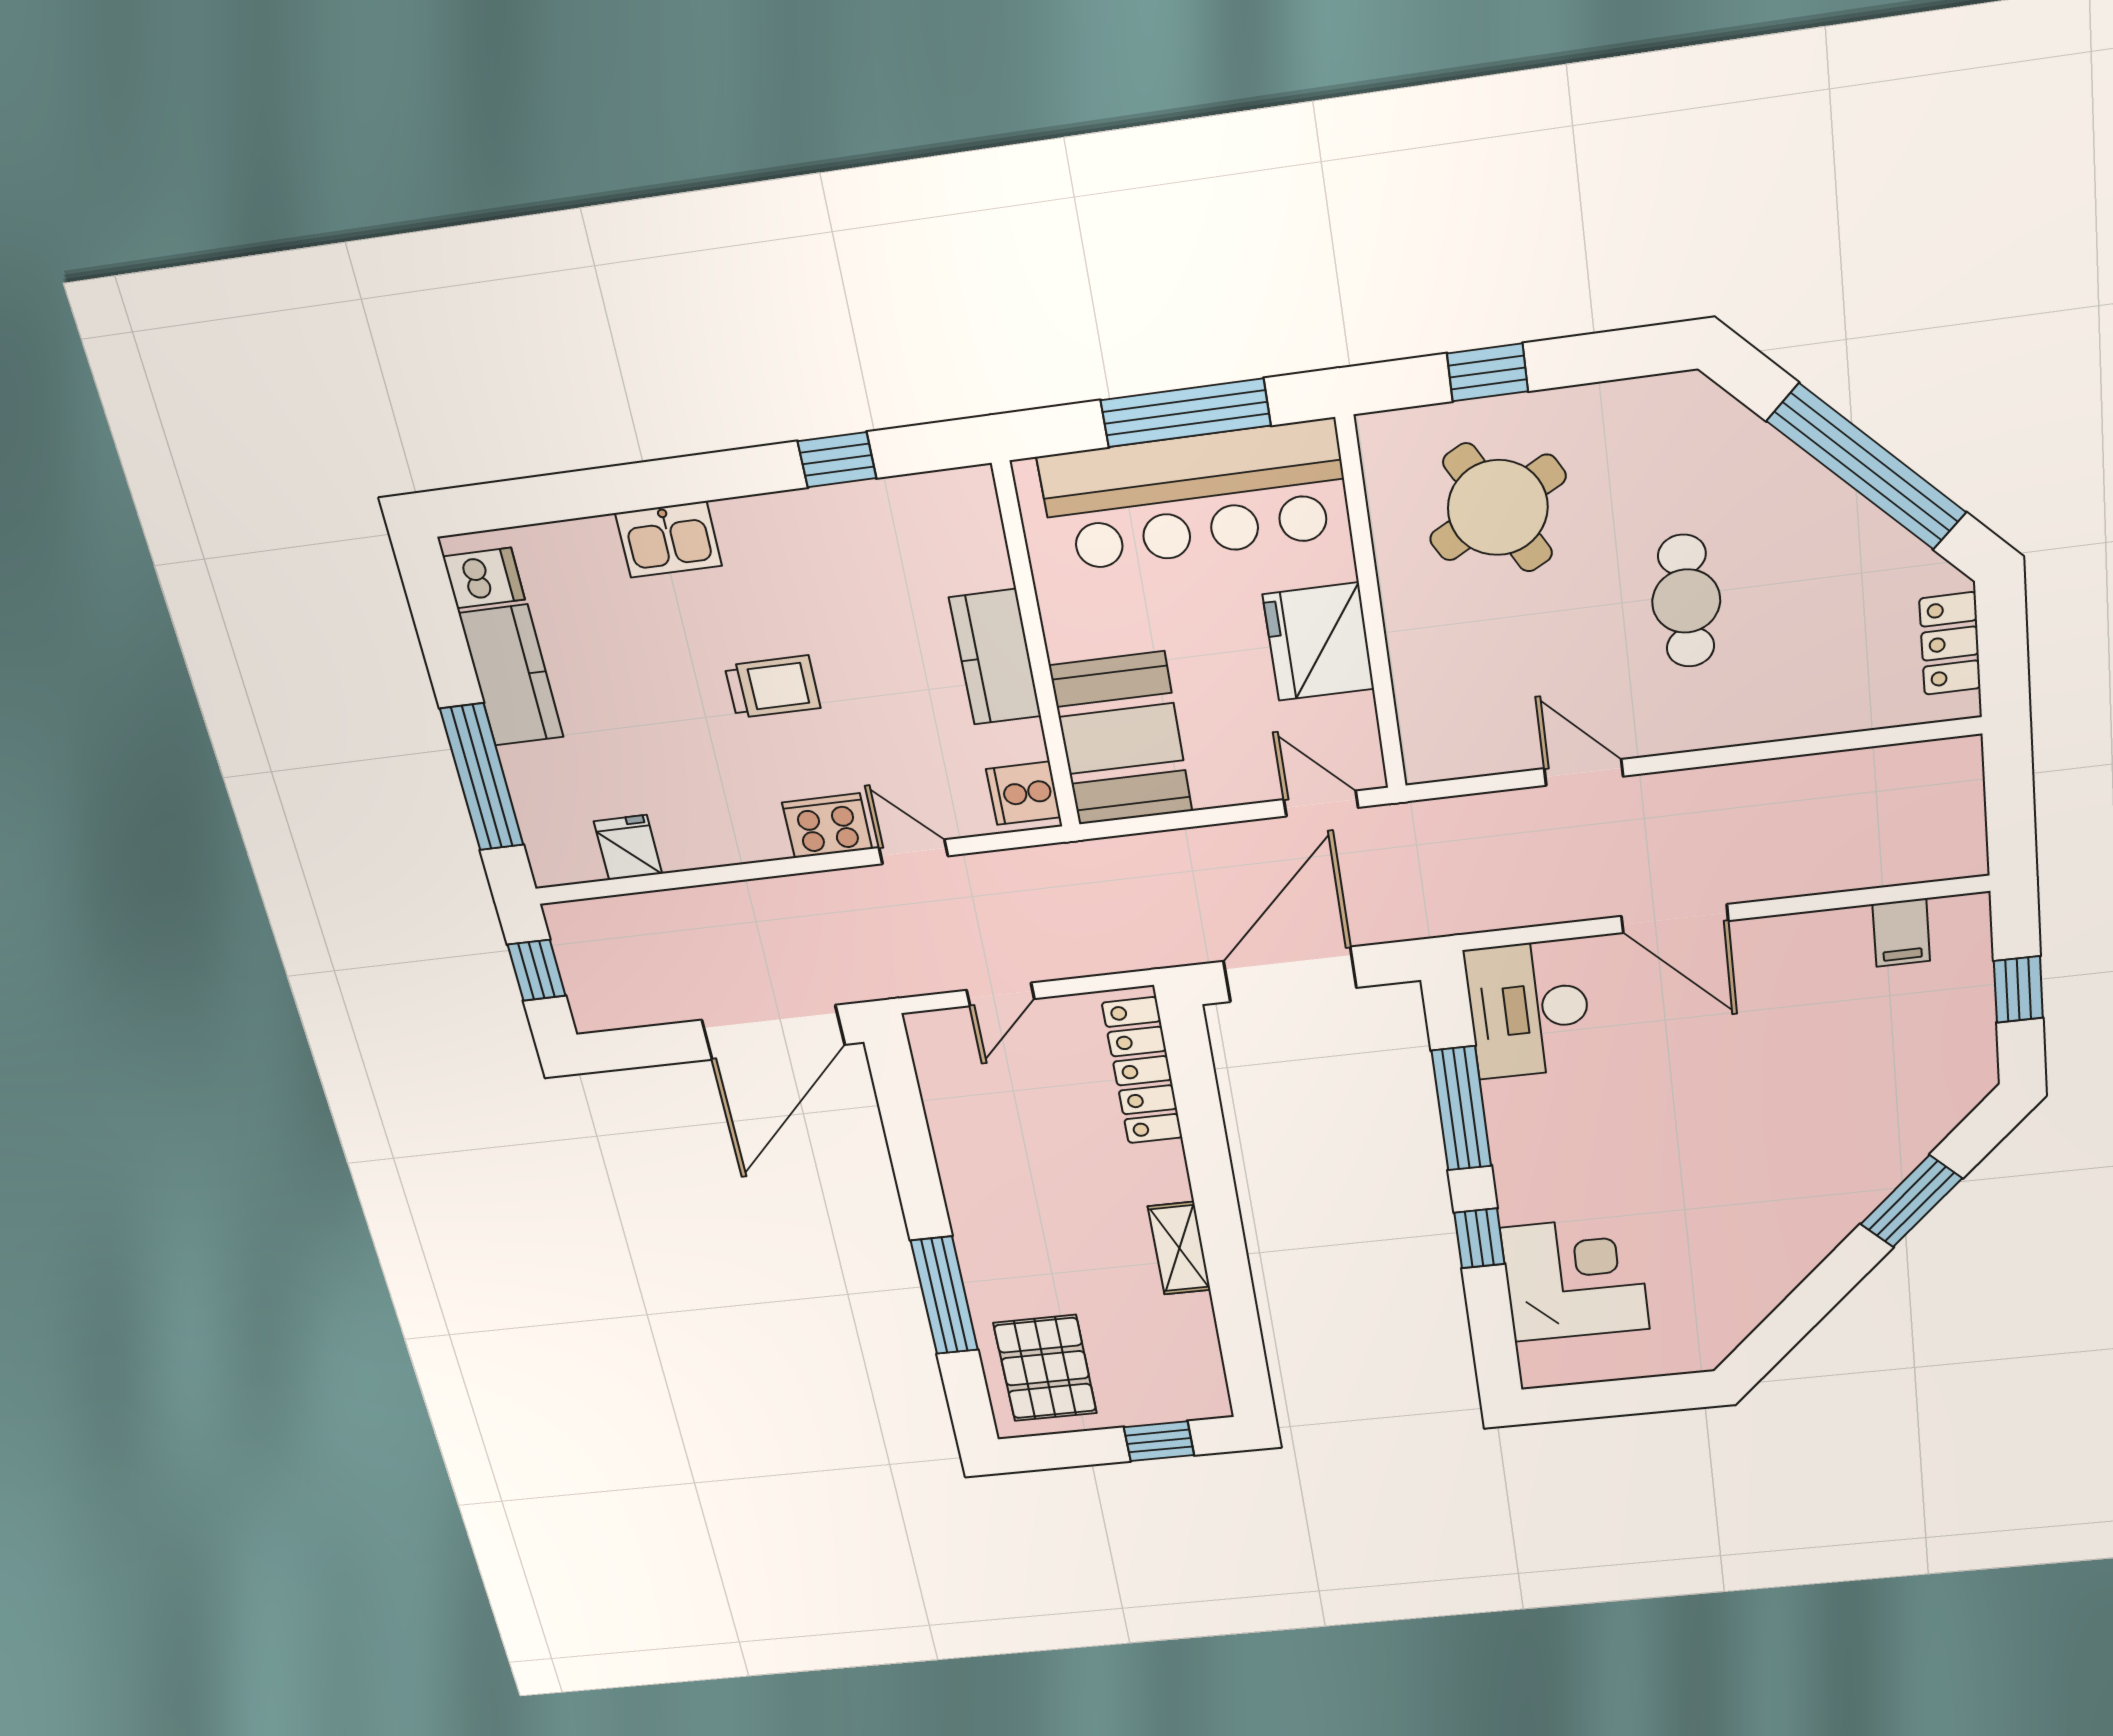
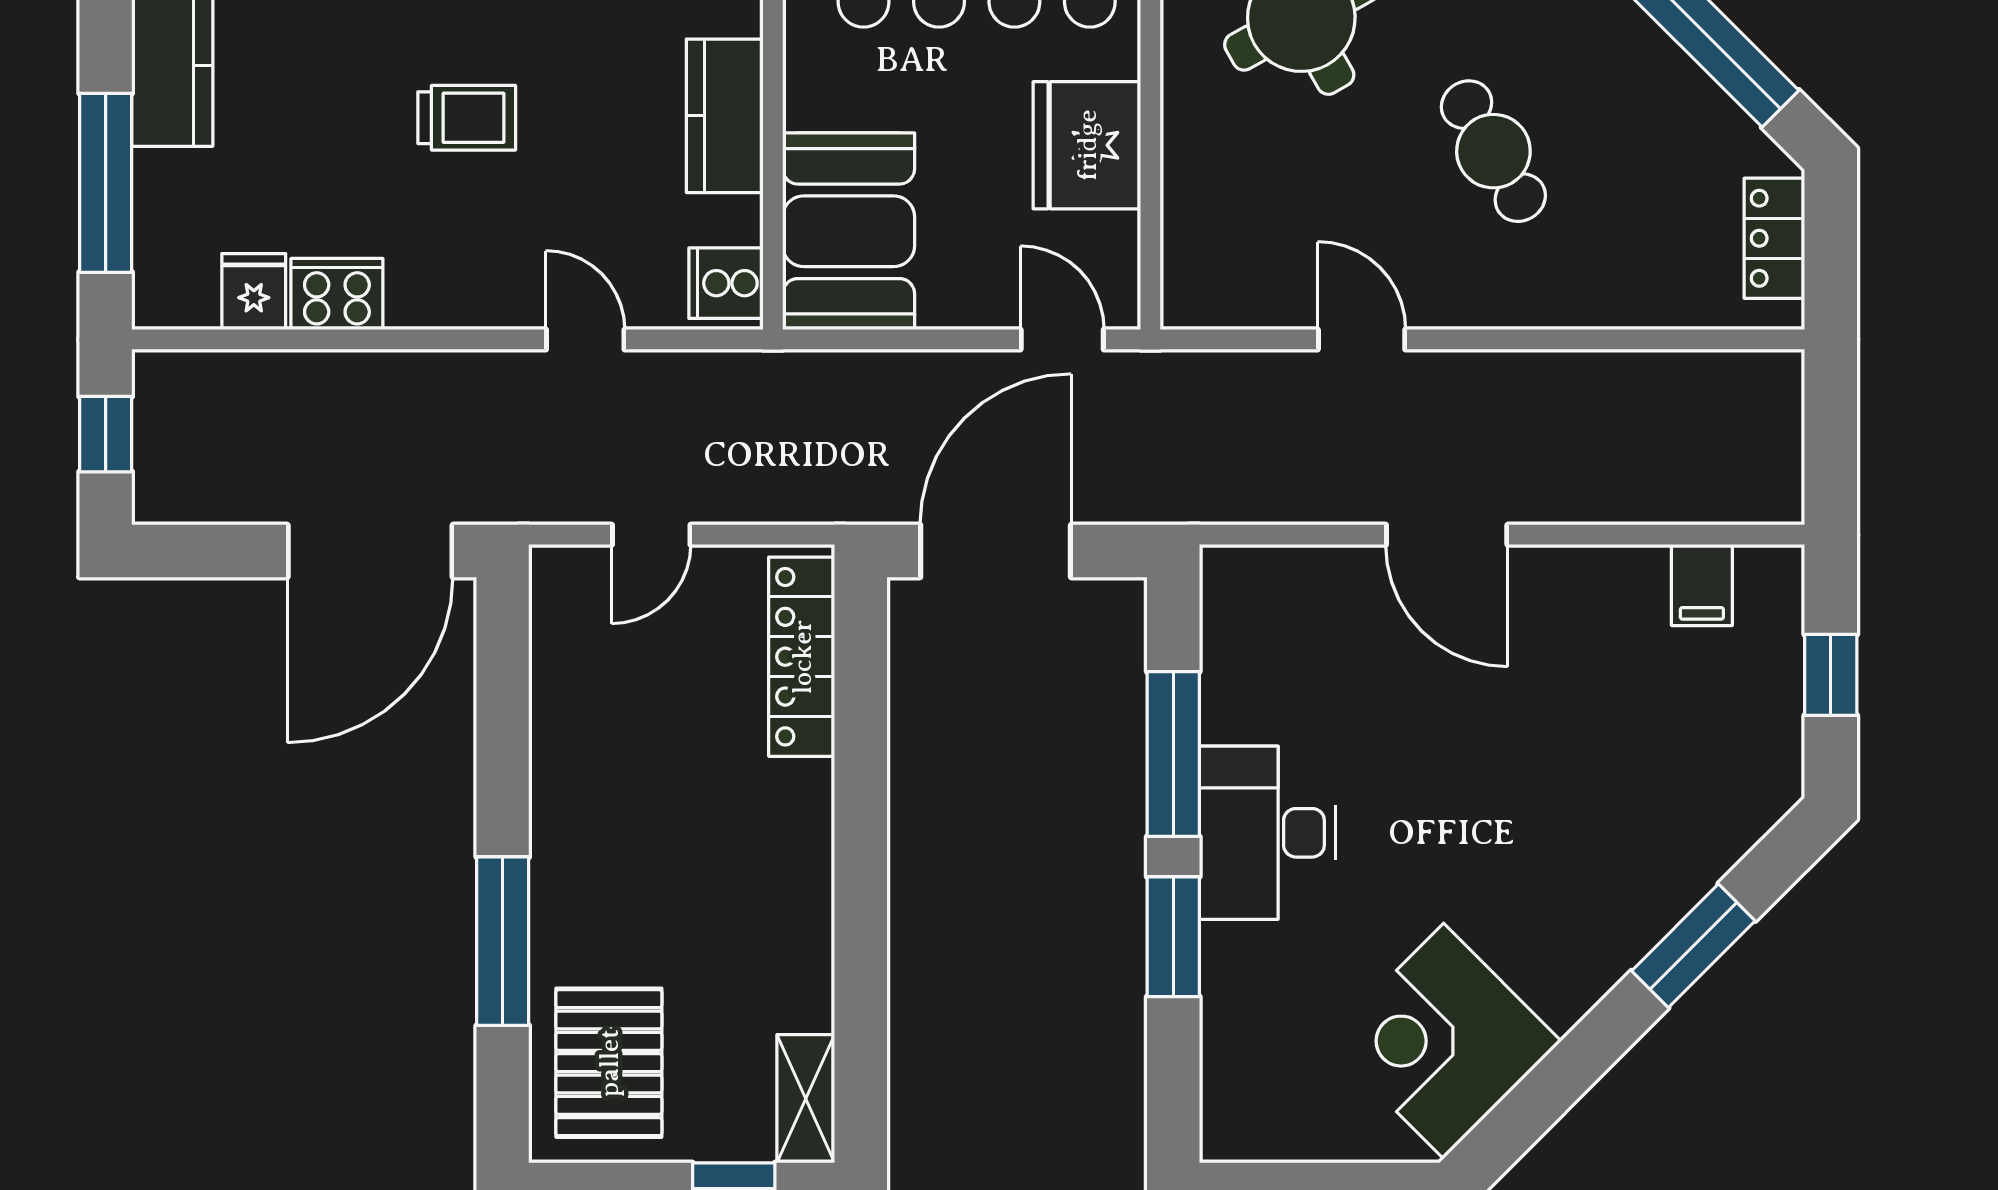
cafe table: (1686, 601) -> (1493, 151), turned -30
cooker: (827, 826) -> (337, 294), moved
desk: (1529, 1009) -> (1267, 833), moved
window: (1479, 1238) -> (1173, 937), width x1.50
shelving: (1179, 1248) -> (806, 1099), moved
corner desk: (1575, 1279) -> (1444, 1041), moved, turned -135

